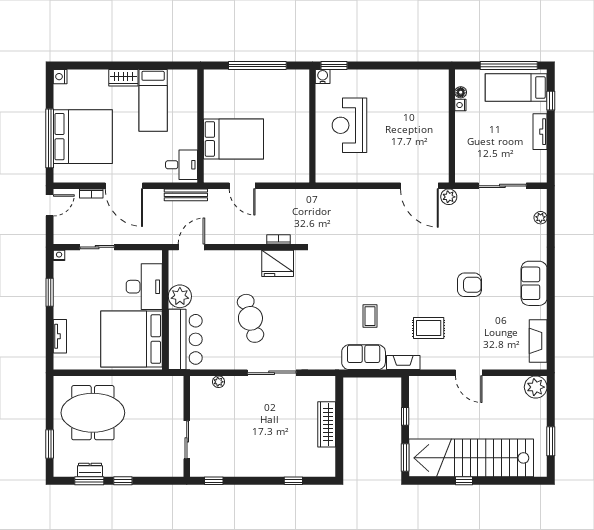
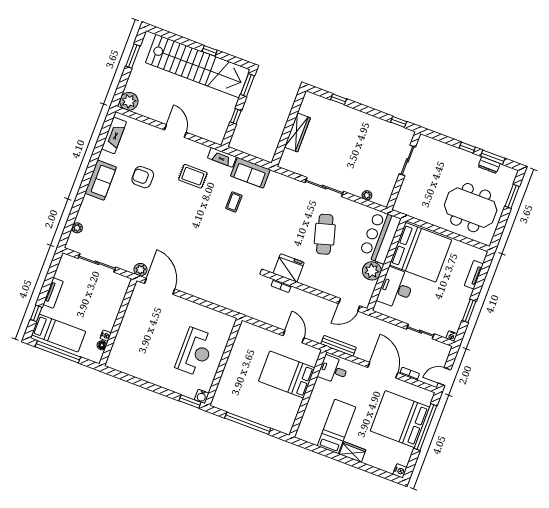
armchair: (469, 285) -> (143, 177), moved

